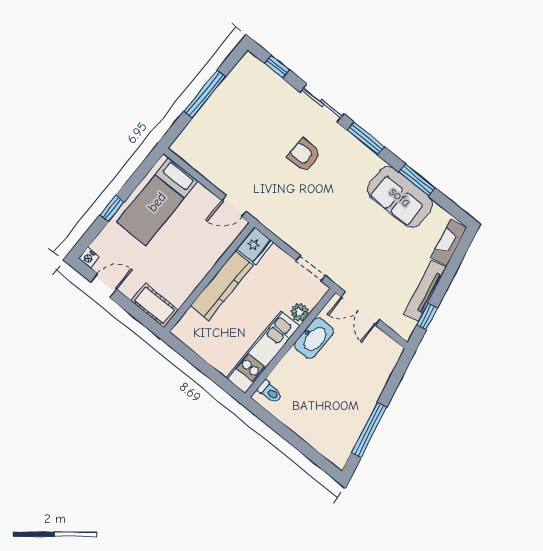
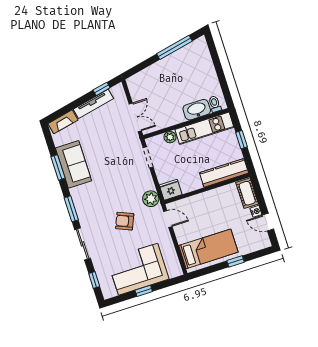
window: (205, 94) -> (144, 291), width x0.46
corner sofa: (230, 117) -> (138, 269), added
armchair: (304, 155) -> (125, 221), moved, turned 113
plant: (273, 218) -> (151, 199), added
nightstand: (89, 258) -> (256, 211), moved
kitchen counter: (222, 286) -> (224, 173), moved
washbasin: (314, 338) -> (197, 110), moved
window: (206, 369) -> (241, 140), added

